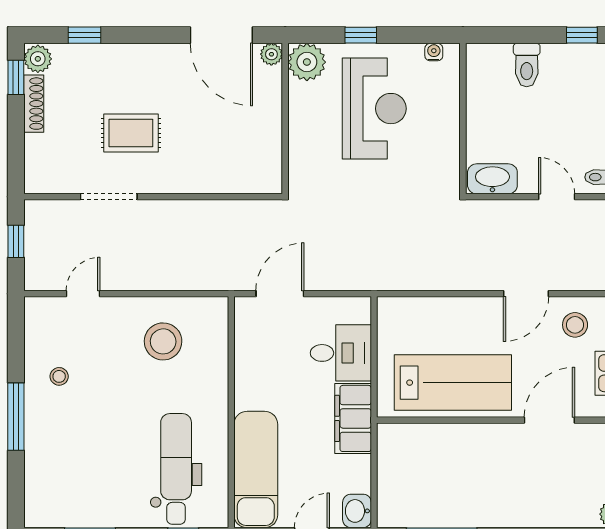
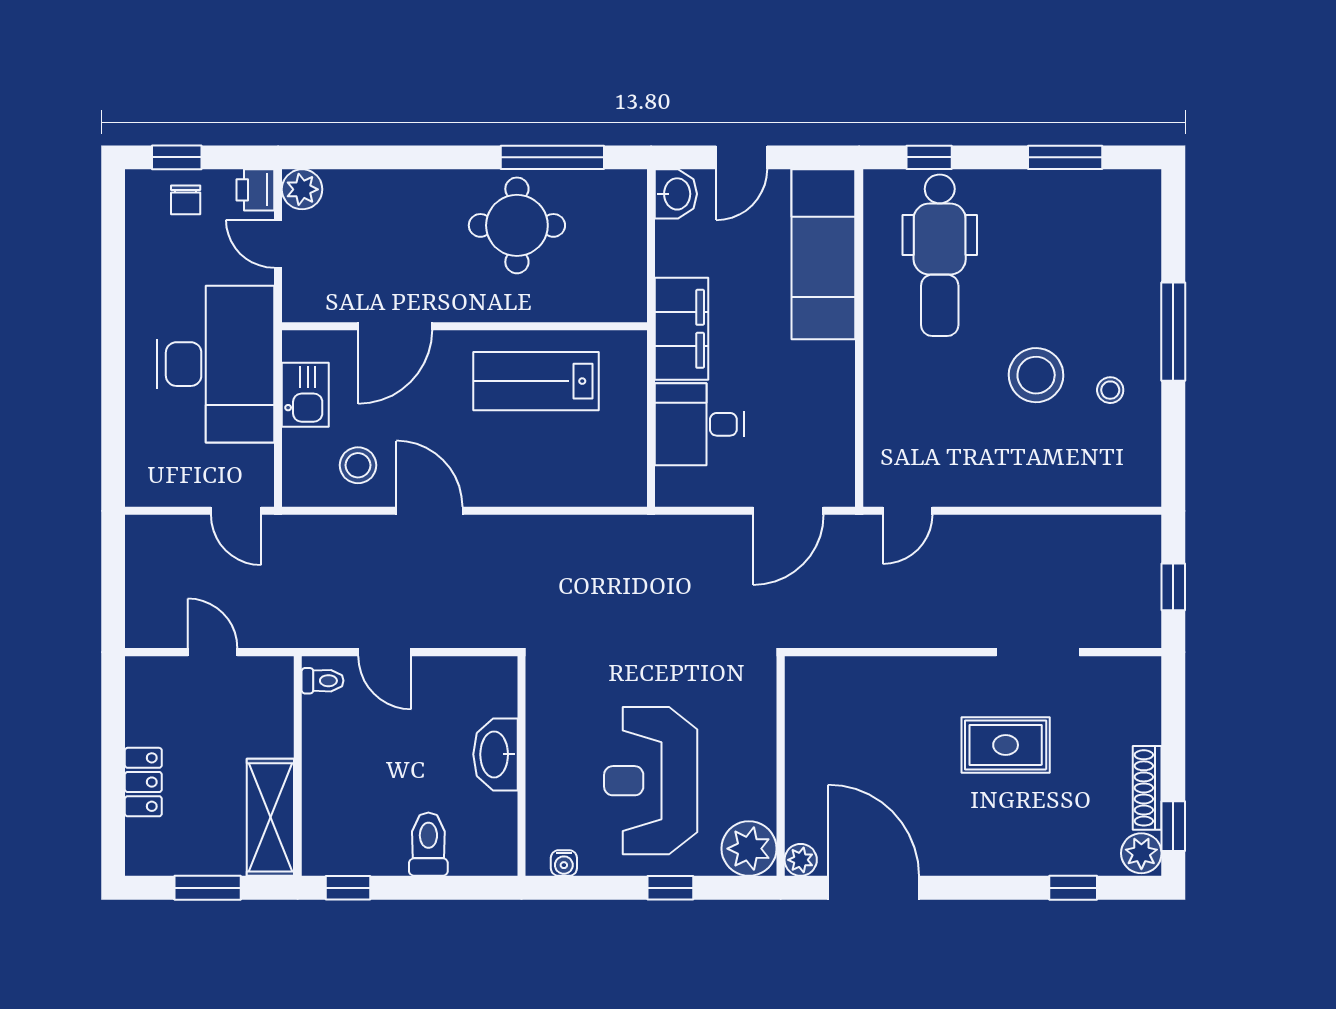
washbasin: (492, 179) -> (495, 754), moved, turned 90
door: (83, 294) -> (908, 511), moved
door: (526, 294) -> (429, 511), hinge flipped
stool: (163, 341) -> (1036, 375), moved
lab bench: (453, 383) -> (536, 381), width x0.73, depth x0.72
round table: (466, 489) -> (517, 225), added

